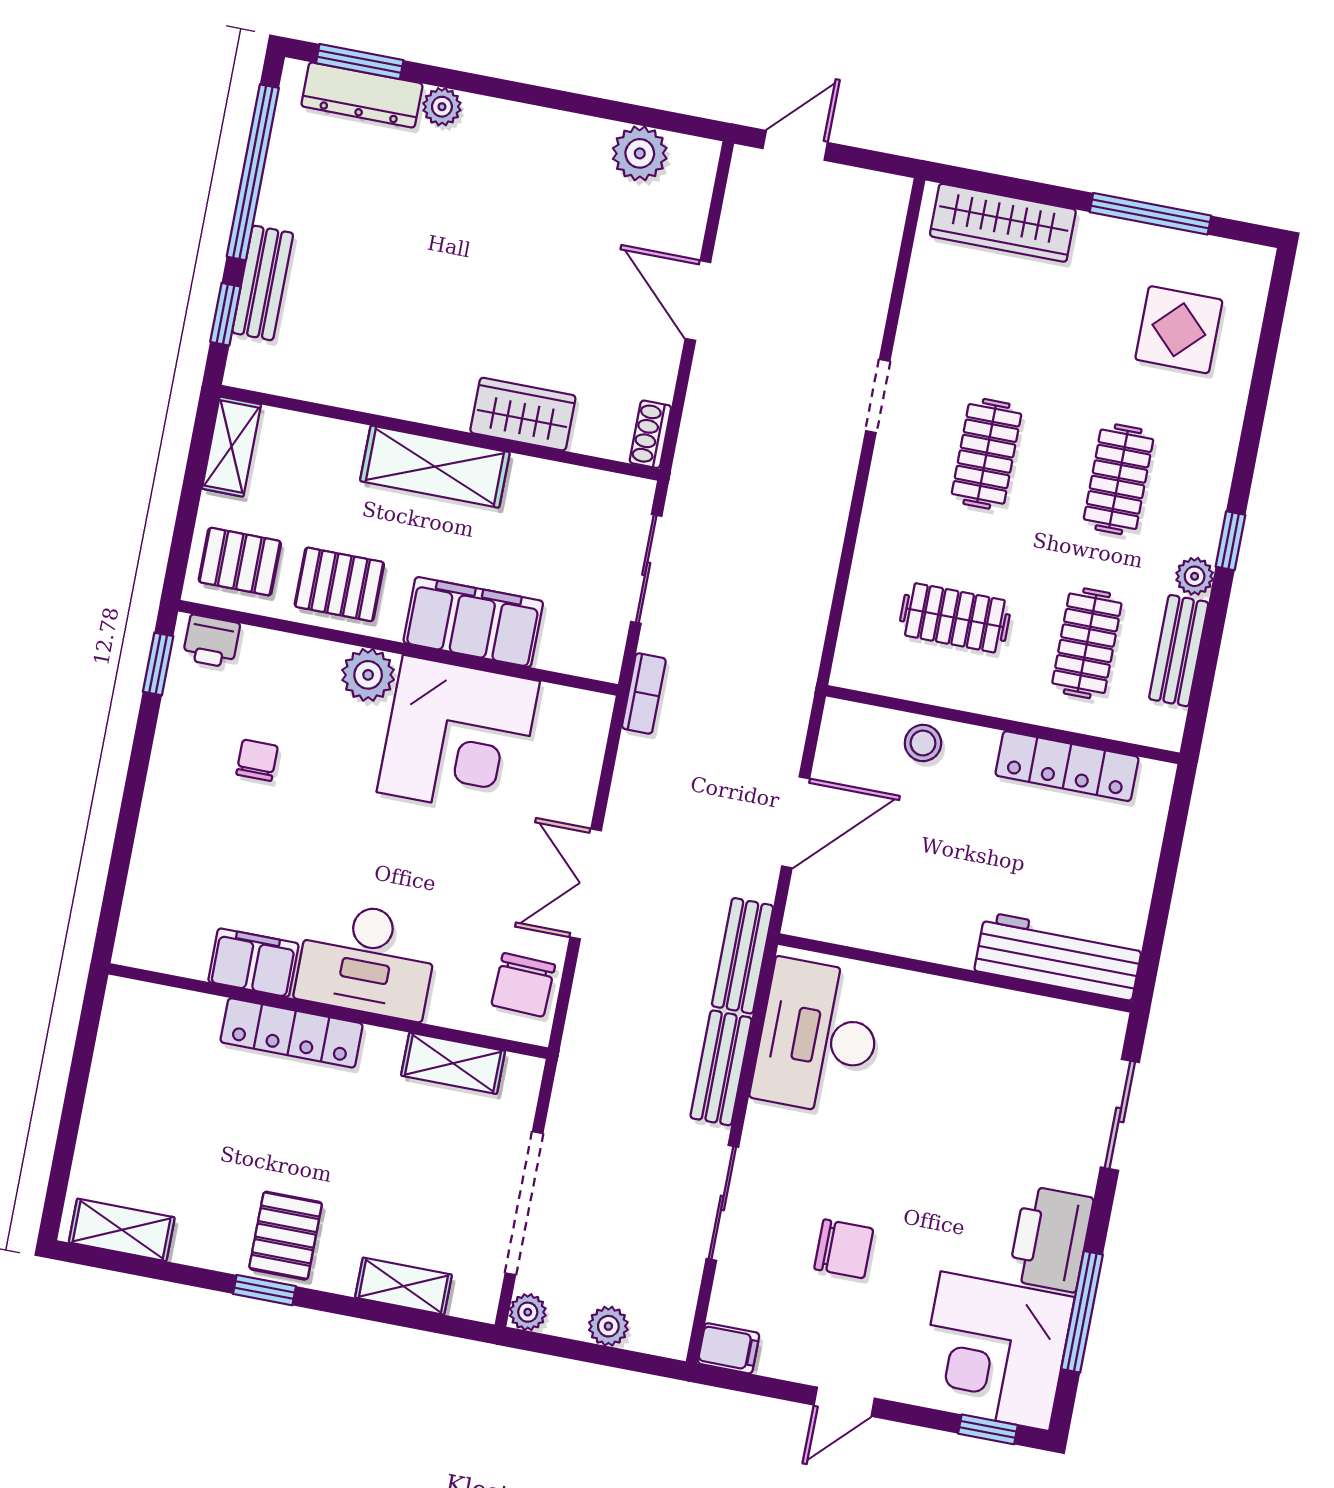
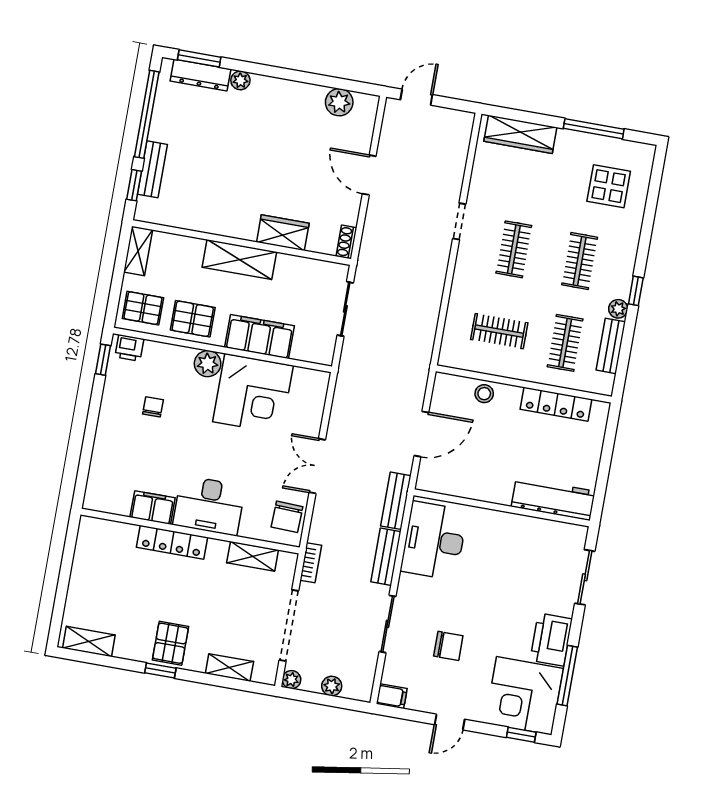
bookcase: (644, 693) -> (311, 563), moved

